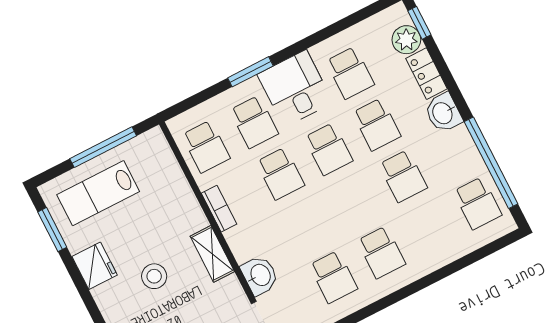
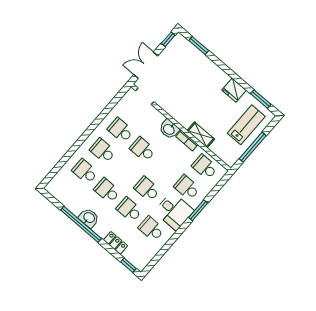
plant: (406, 40) -> (131, 255), removed
washbasin: (443, 113) -> (89, 218), moved
window: (491, 163) -> (81, 224), moved
school desk: (280, 174) -> (143, 149), moved
school desk: (477, 203) -> (85, 171), moved
shelving: (212, 254) -> (201, 135), moved
washbasin: (260, 275) -> (169, 129), moved
stool: (154, 276) -> (204, 97), removed

